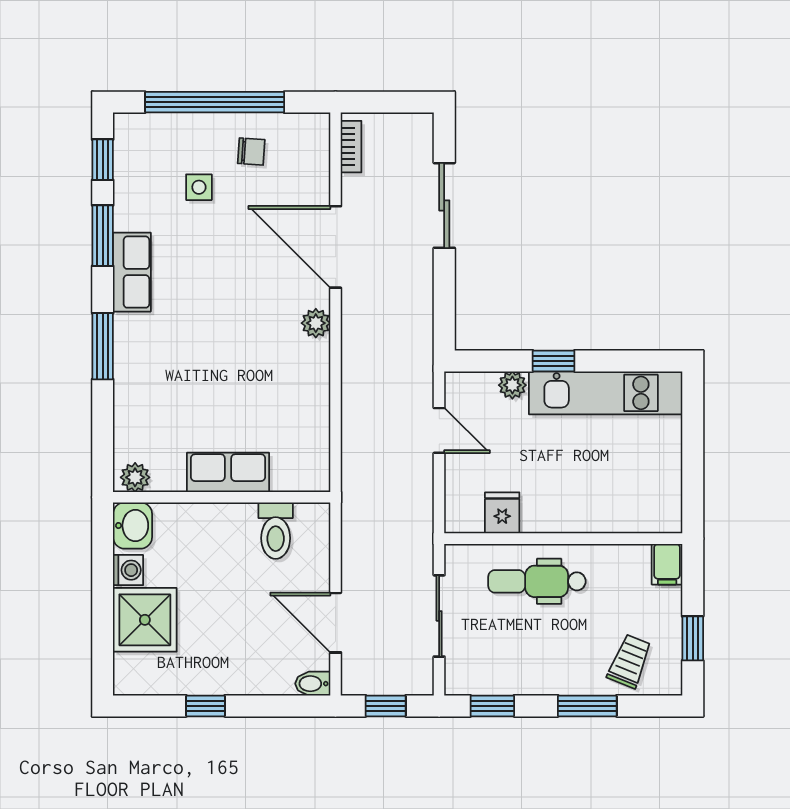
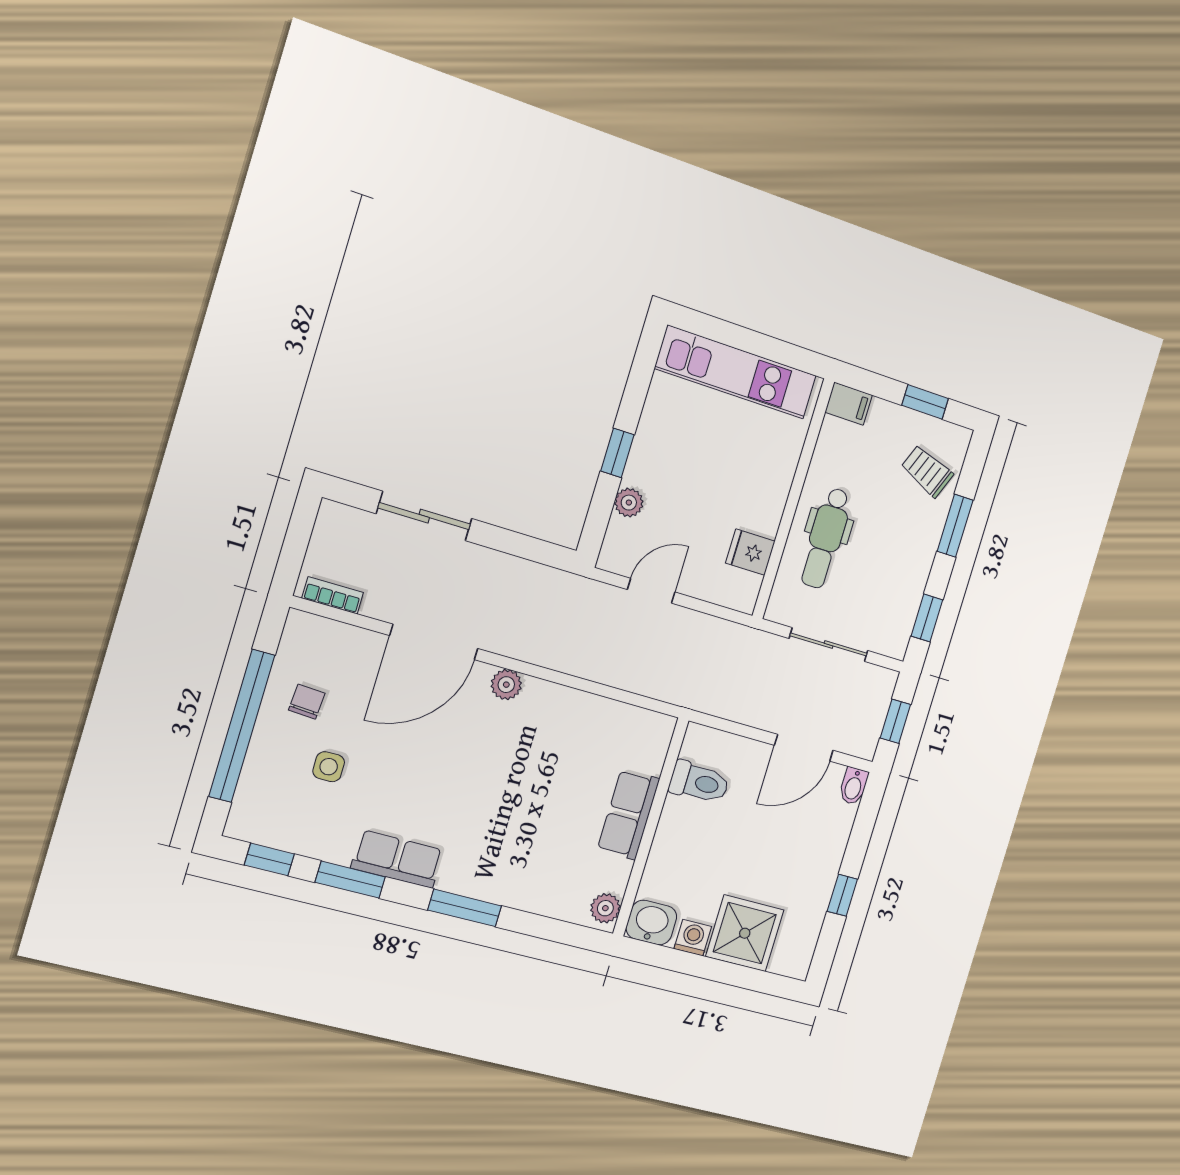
kitchen unit: (606, 393) -> (736, 372), moved, turned 90

